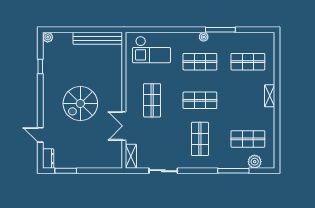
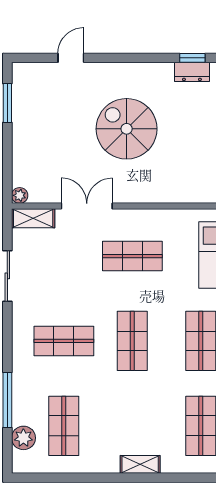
dresser: (48, 159) -> (192, 72), moved
plant: (118, 164) -> (20, 195), added

